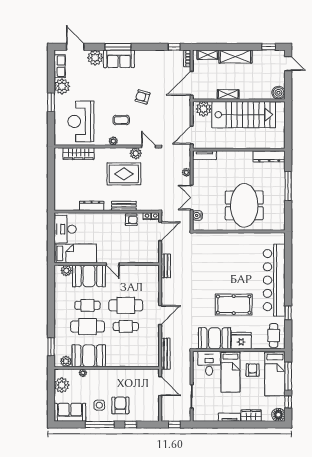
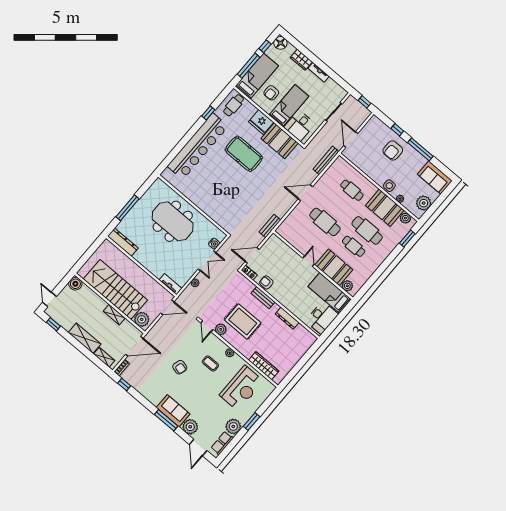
meeting table: (244, 205) -> (173, 221), turned 90
cafe table: (126, 327) -> (352, 190), moved
side table: (99, 405) -> (389, 186), moved

